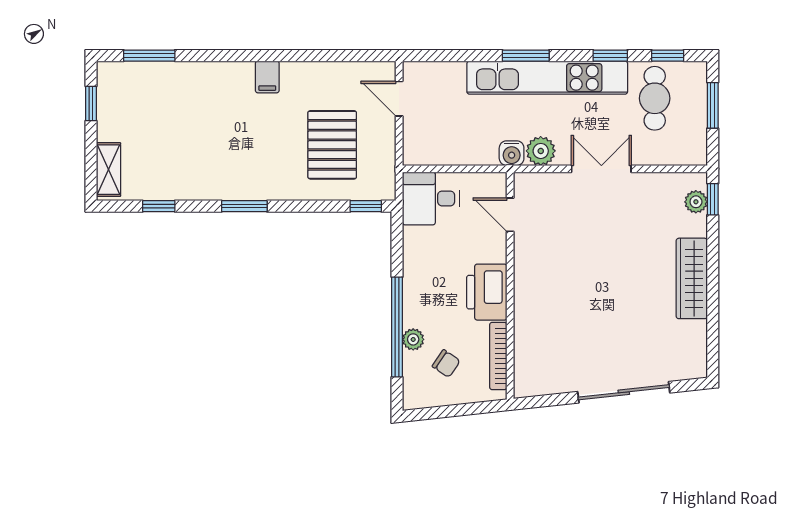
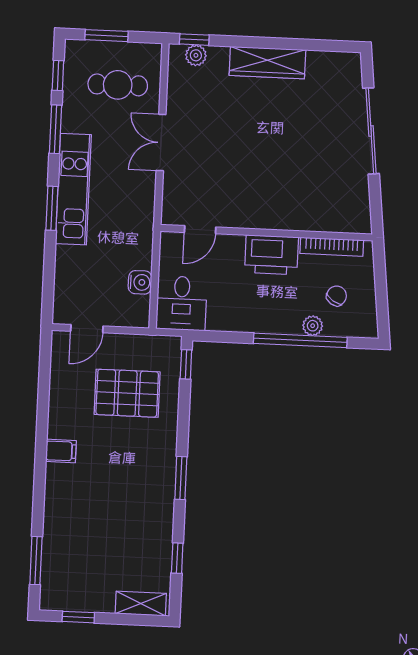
window: (610, 56) -> (56, 129), width x1.50
kitchen unit: (547, 78) -> (73, 189), width x0.73
cafe table: (655, 98) -> (118, 85), moved
plant: (541, 151) -> (142, 198), removed
water cooler: (512, 153) -> (140, 282), moved

